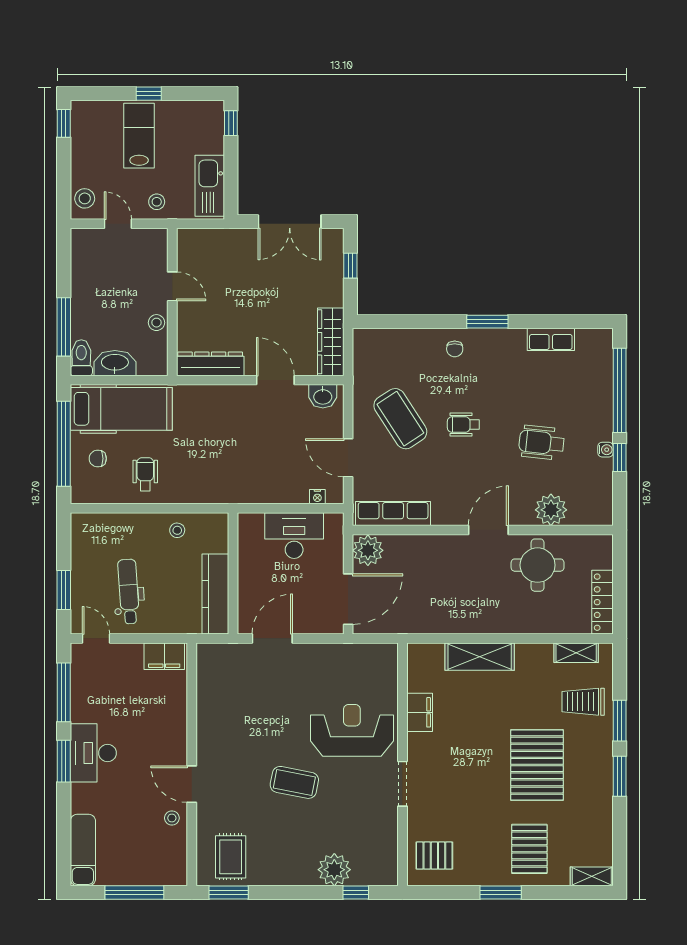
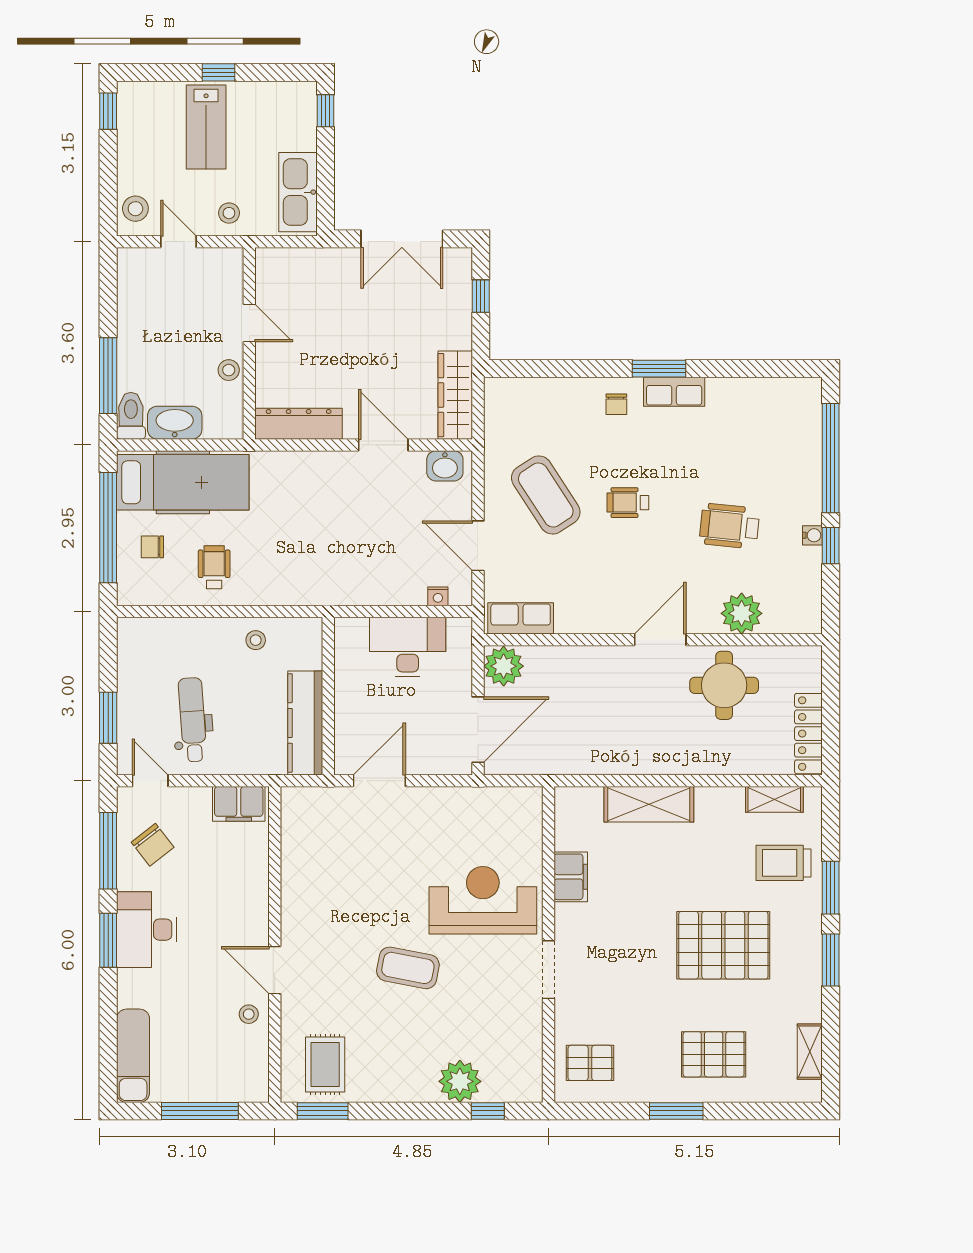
lab bench: (139, 136) -> (206, 127), turned 180
row of seats: (551, 339) -> (674, 392), moved
row of seats: (393, 514) -> (521, 618), width x0.68
chair: (98, 688) -> (153, 845), added
pallet: (537, 765) -> (723, 945), turned 90
pallet: (529, 849) -> (714, 1054), turned 90
shelving: (592, 876) -> (810, 1052), moved, turned 90

